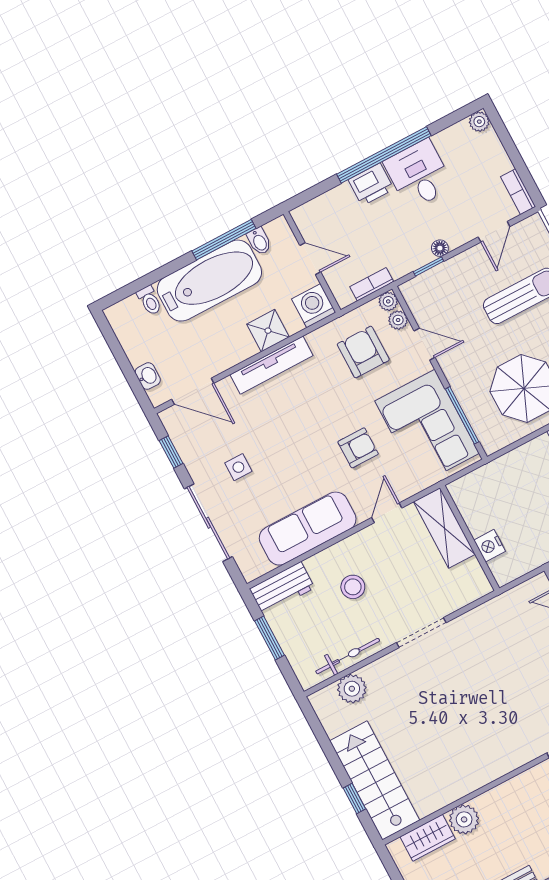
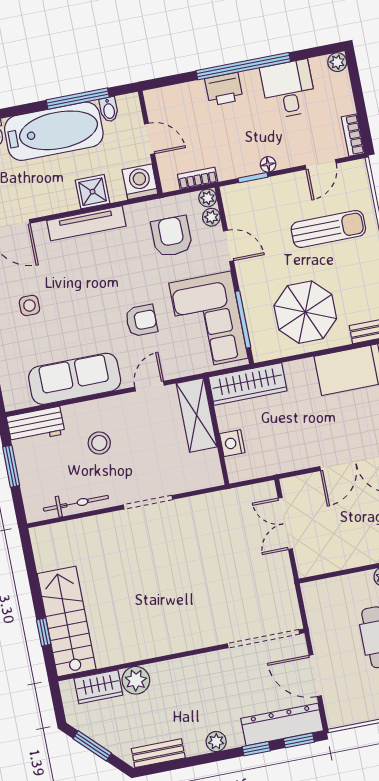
desk: (419, 174) -> (288, 89), moved
wardrobe: (487, 480) -> (248, 384), added
plant: (352, 689) -> (71, 534), removed

